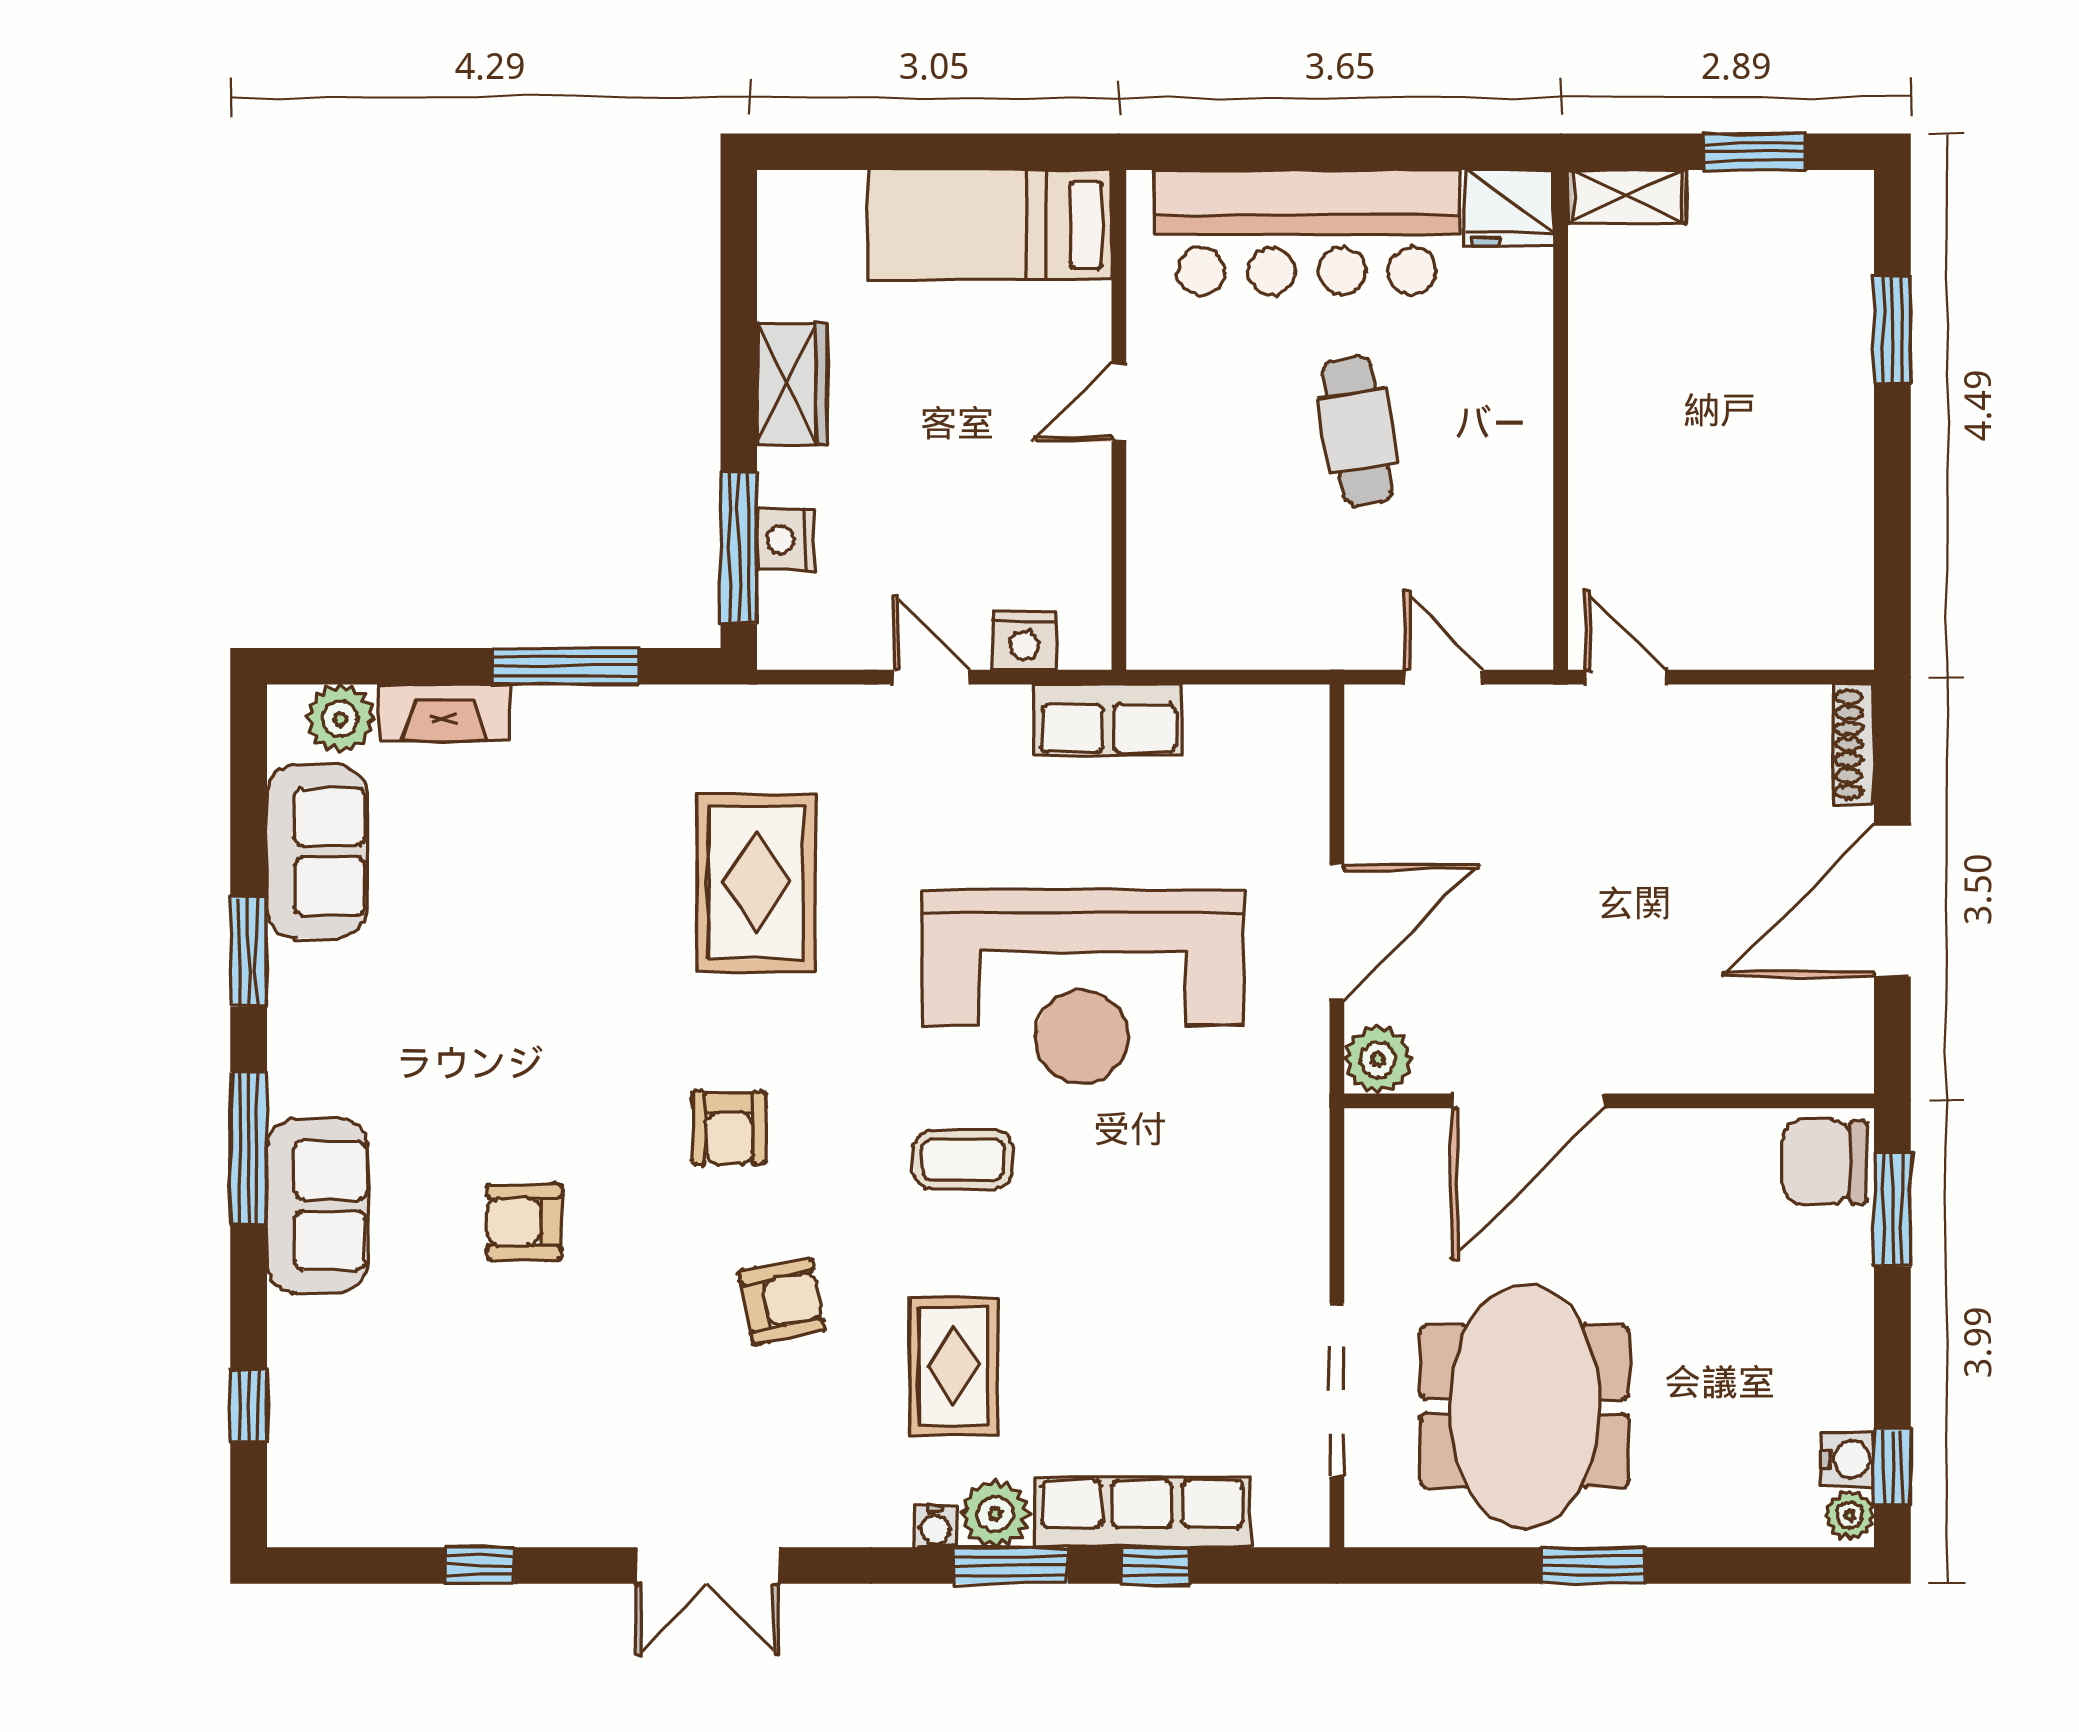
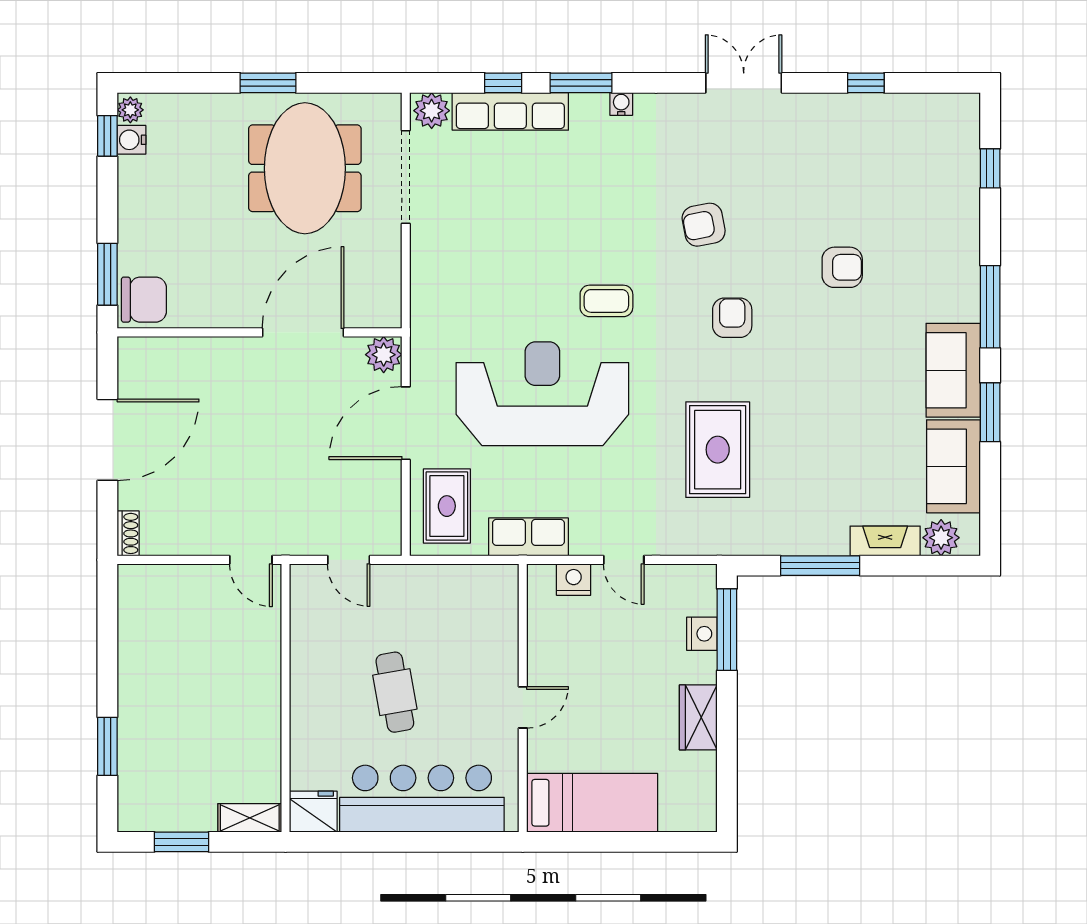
shoe rack: (1854, 744) -> (128, 533), width x0.70
sofa: (317, 1205) -> (953, 370), moved
rug: (954, 1366) -> (447, 506), moved
plant: (995, 1514) -> (432, 111), moved

